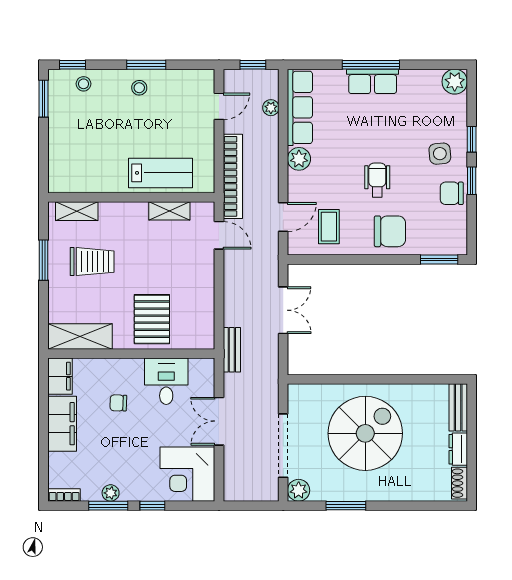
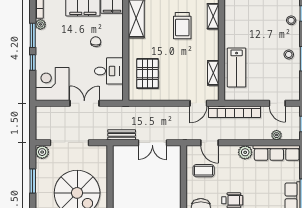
pallet: (152, 319) -> (148, 74), moved, turned 90
bench: (232, 350) -> (122, 135), moved
plant: (111, 493) -> (40, 24), moved

